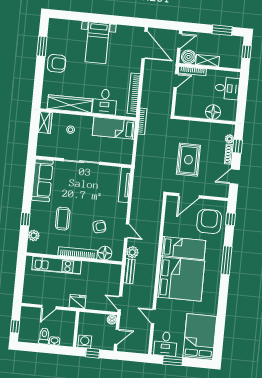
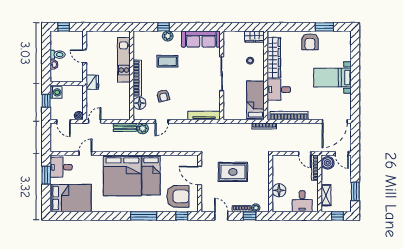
shelving: (207, 61) -> (326, 195), moved
plant: (34, 235) -> (168, 36), moved

